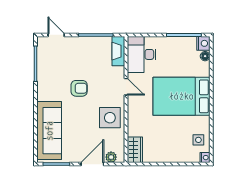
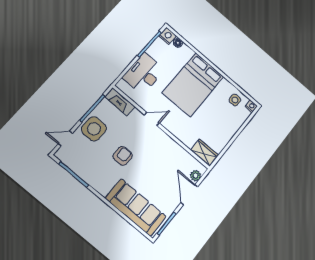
desk: (142, 54) -> (144, 74), moved, turned 90
side table: (110, 118) -> (94, 129), moved

